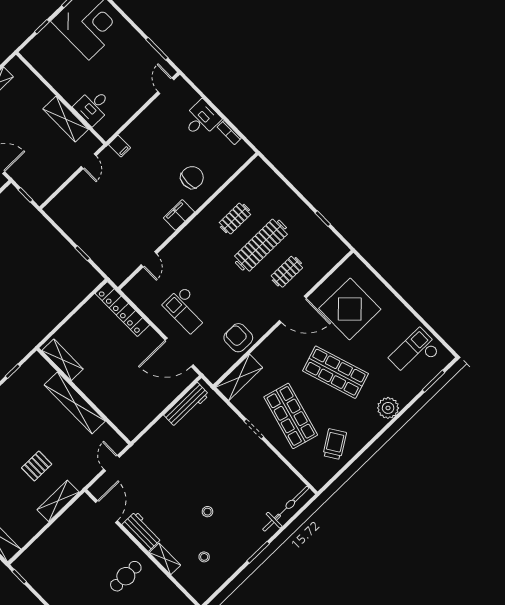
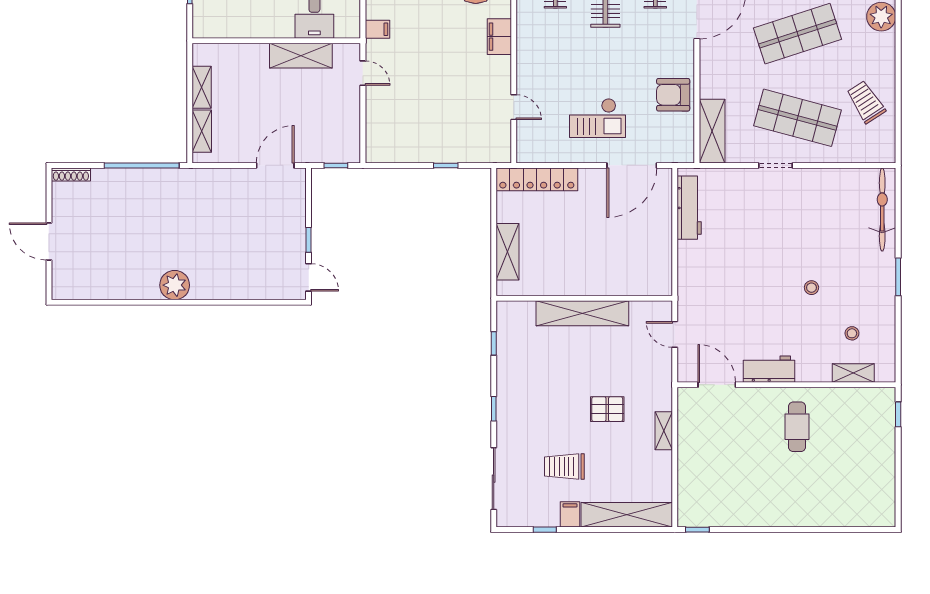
shelving: (63, 360) -> (507, 252), moved, turned 90
pallet: (37, 466) -> (607, 409), turned 90
shelving: (58, 501) -> (664, 431), width x0.67, depth x0.75
shelving: (165, 559) -> (853, 373), moved

